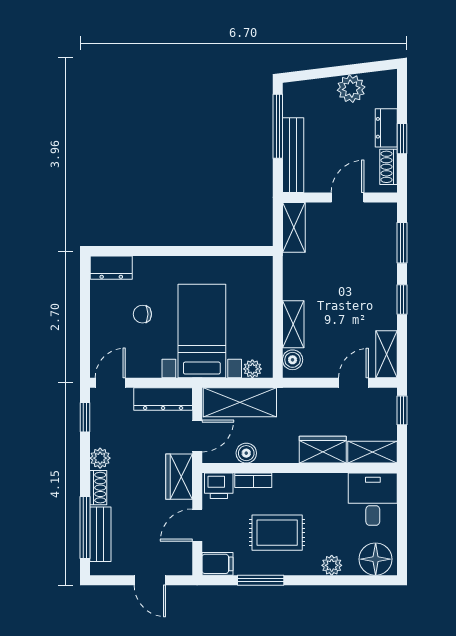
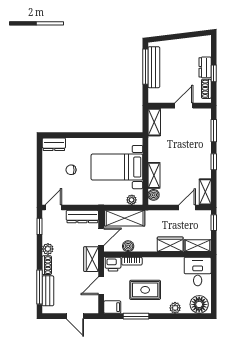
plant: (351, 89) -> (186, 46), removed
bench: (293, 155) -> (154, 67), moved
bed with nightstands: (202, 331) -> (117, 167), moved, turned -90

